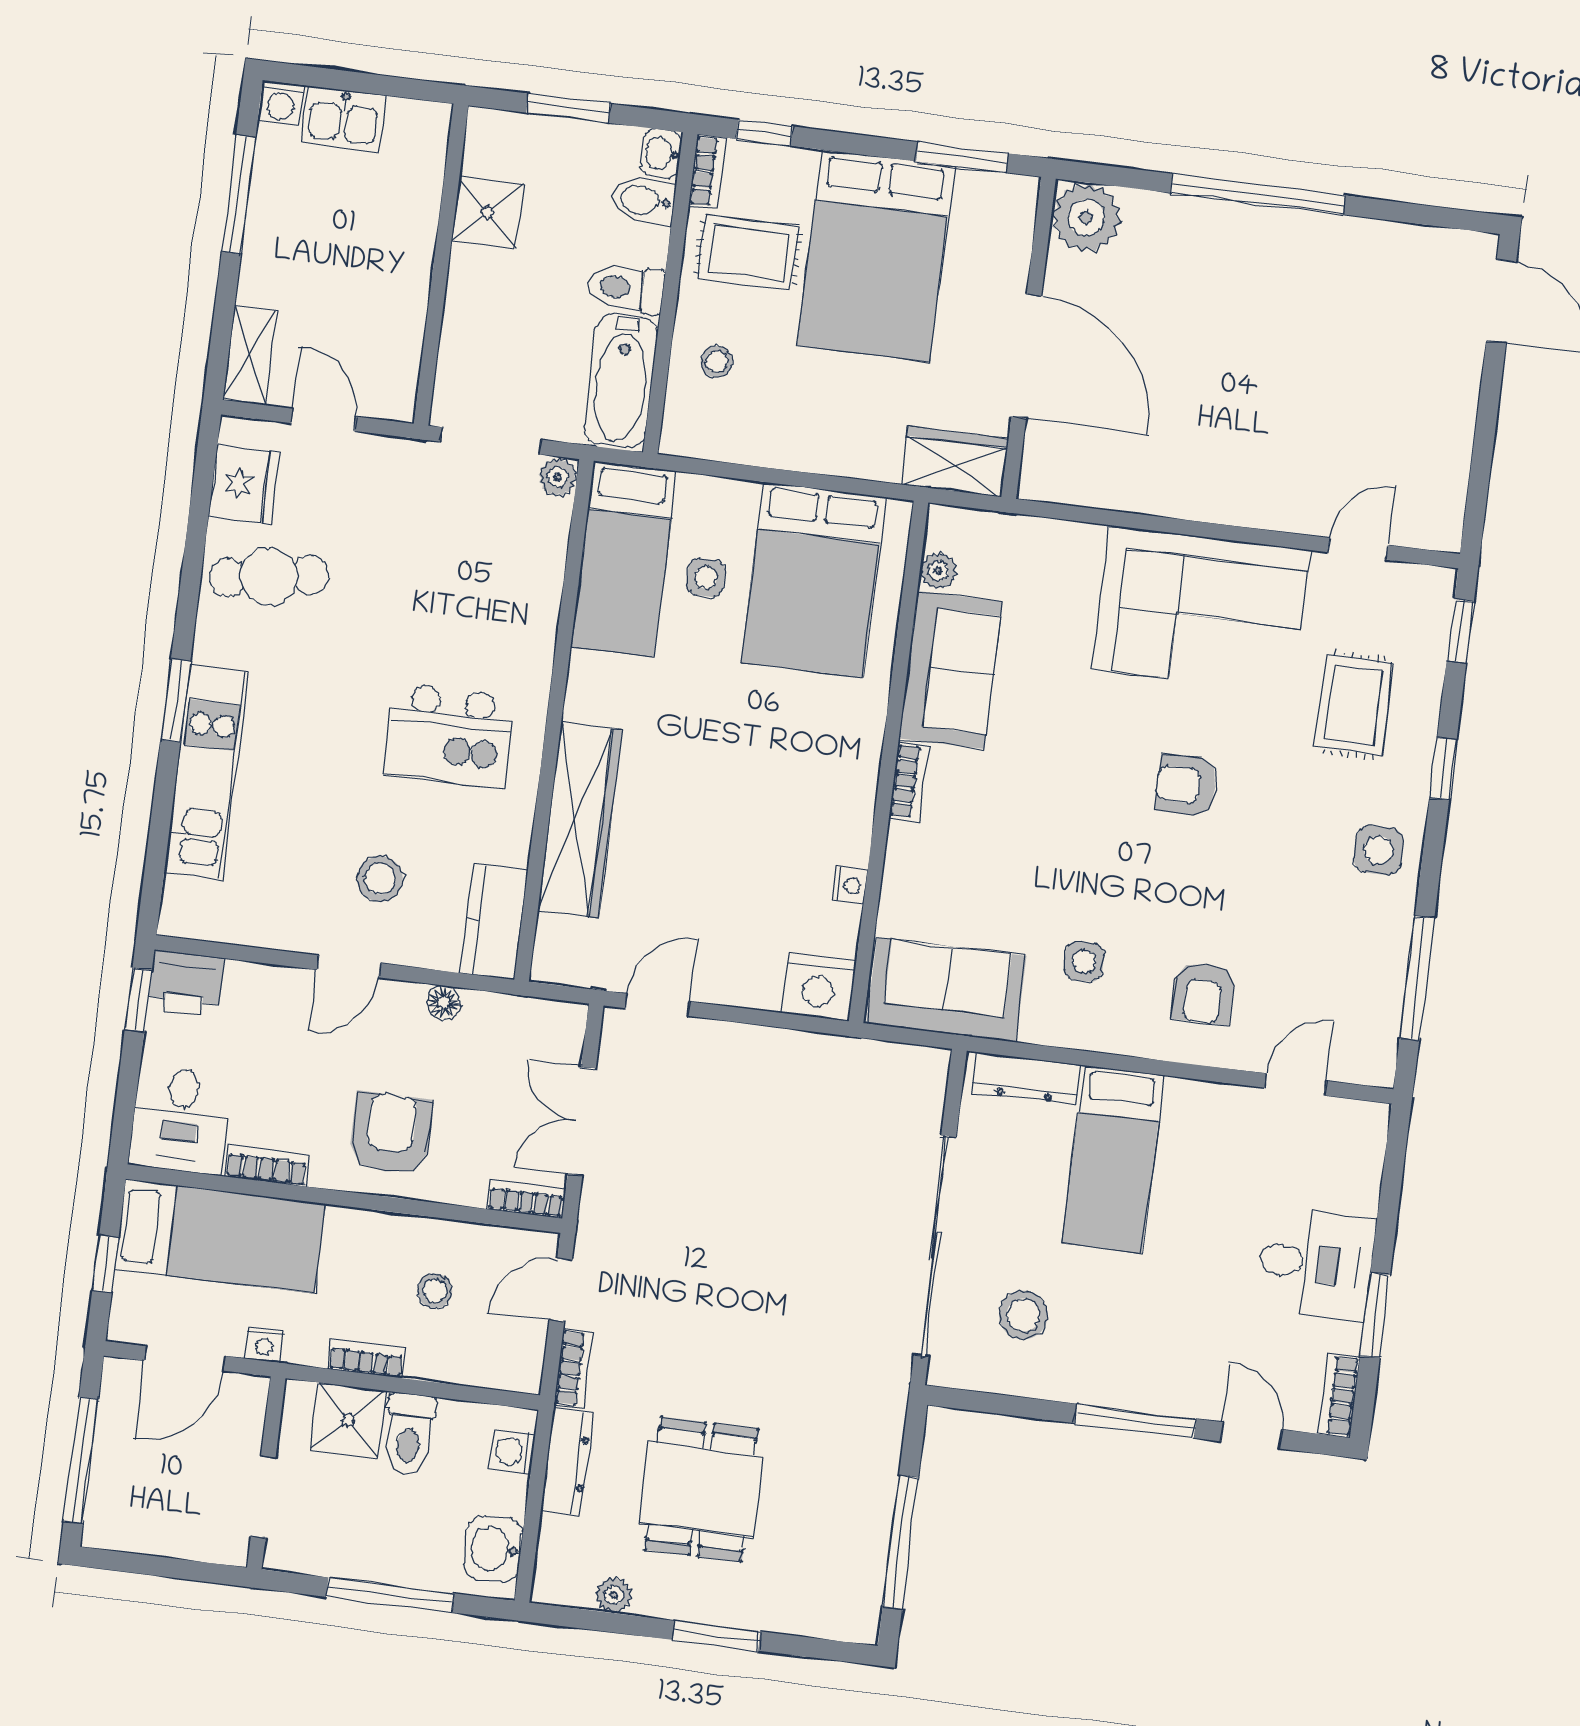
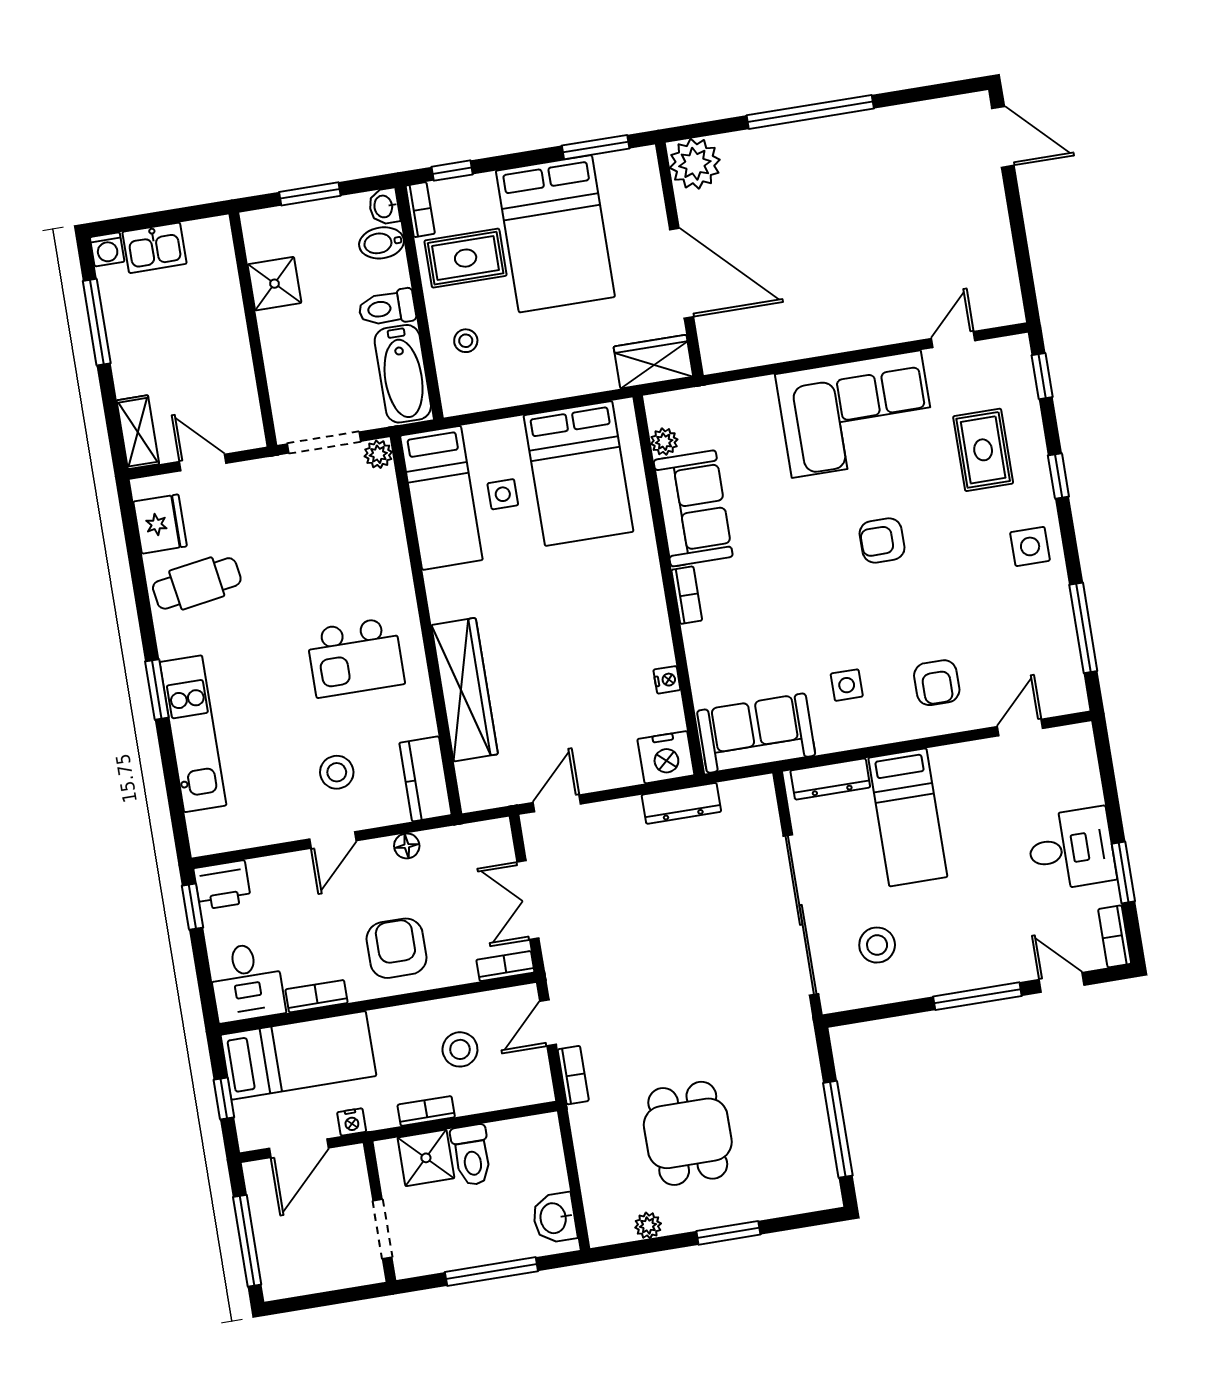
stool: (435, 1291) -> (460, 1049), width x1.37, depth x1.37
washing machine: (512, 1452) -> (548, 1146), removed
dresser: (567, 1463) -> (681, 803), moved, turned 90

